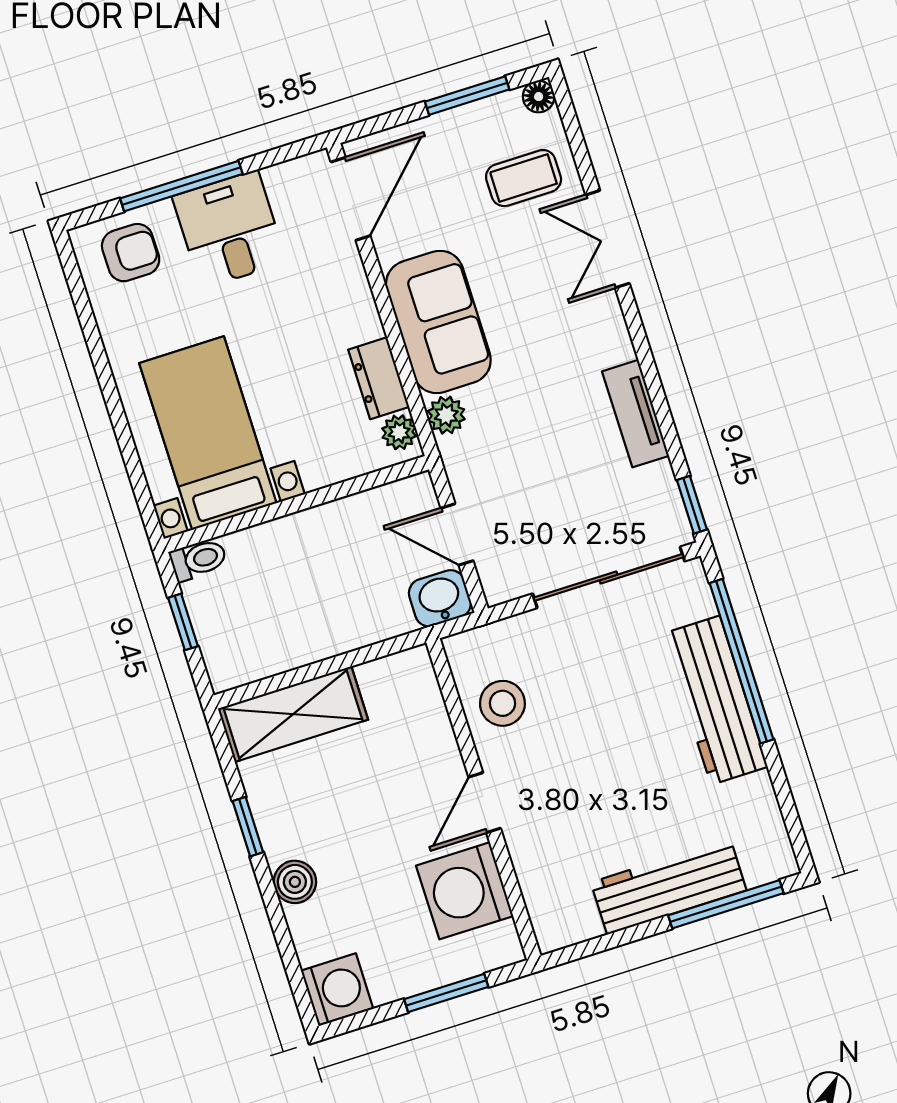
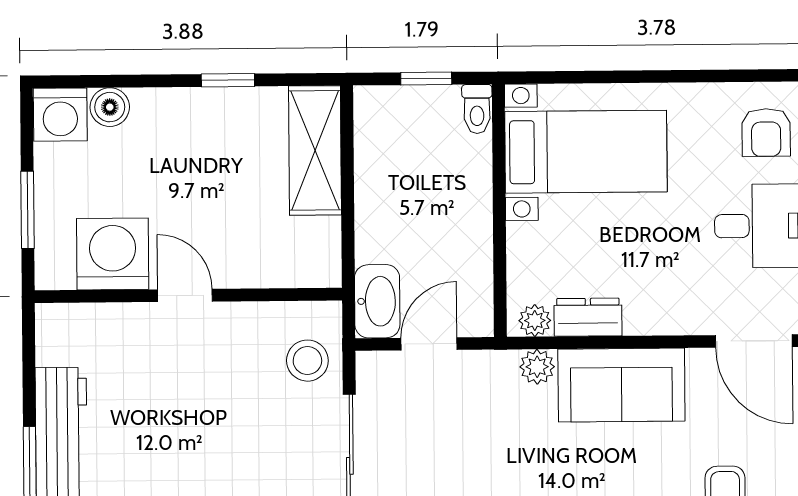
washbasin: (440, 598) -> (377, 301), width x1.38
stool: (502, 703) -> (307, 361), moved
boiler: (295, 882) -> (110, 107), moved

